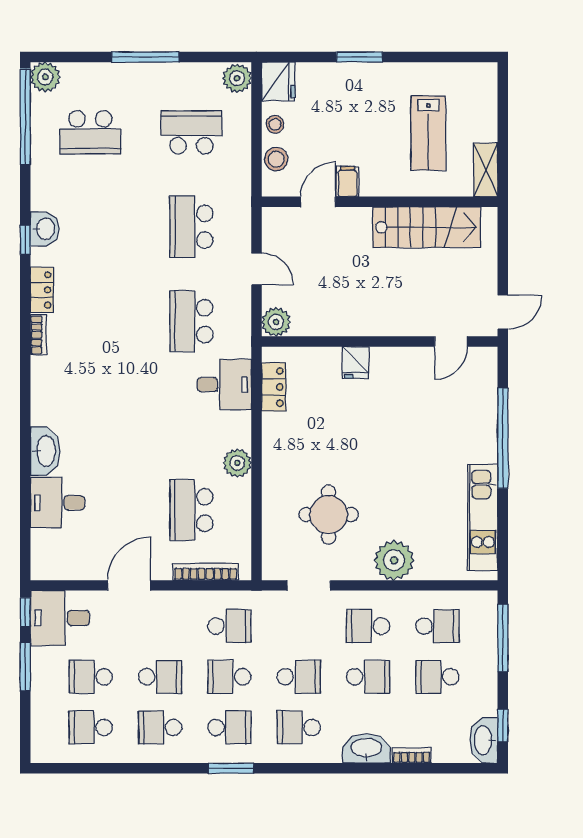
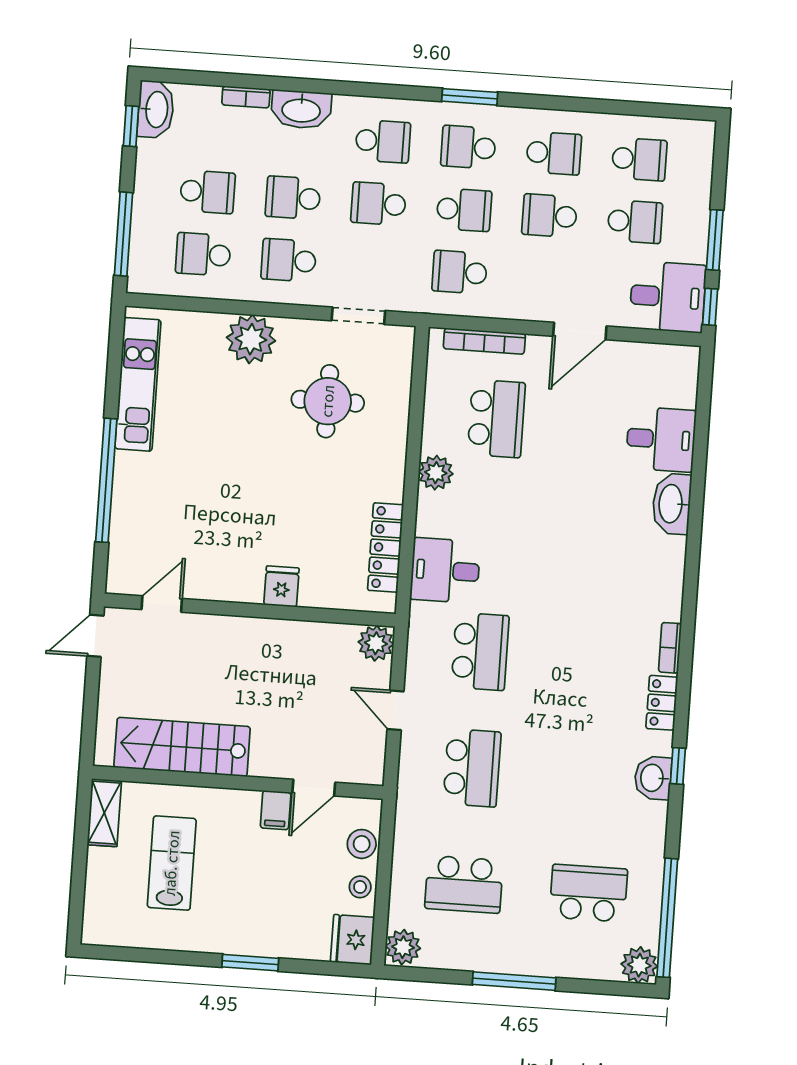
locker: (274, 387) -> (385, 548), width x1.53
school desk: (368, 626) -> (289, 260), turned 180

